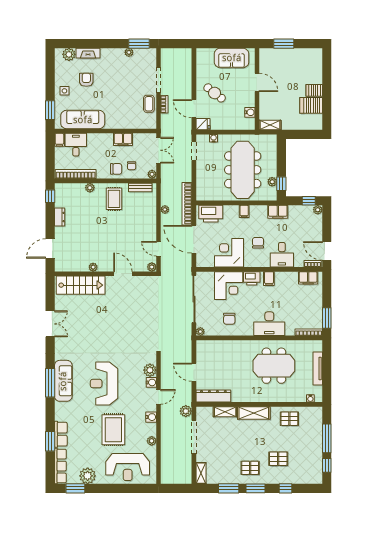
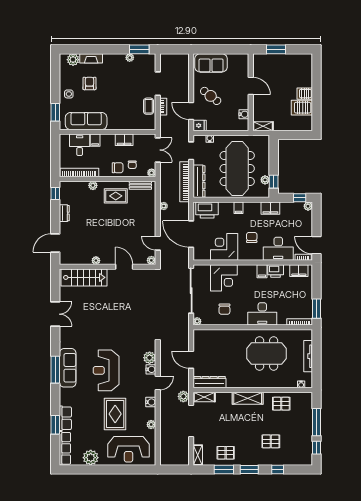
sofa: (232, 58) -> (211, 63), moved
filing cabinet: (59, 140) -> (95, 140), moved
dresser: (202, 183) -> (199, 181), added
rug: (114, 199) -> (116, 196), turned 90
bookcase: (187, 204) -> (184, 182), moved
desk: (282, 255) -> (278, 249), width x1.37
printer: (252, 278) -> (276, 271), moved
shelving: (225, 412) -> (204, 397), moved
pallet: (250, 468) -> (226, 453), moved
window: (75, 488) -> (79, 469), removed

